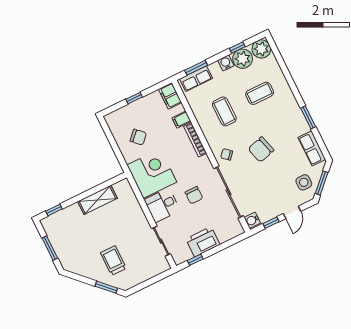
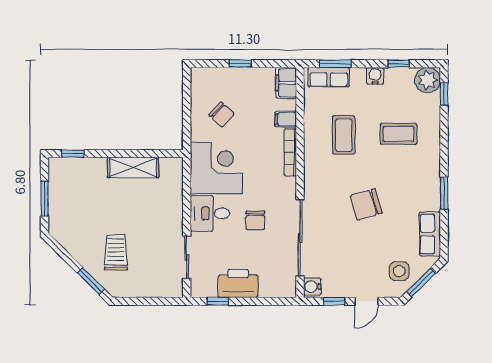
window: (276, 53) -> (444, 94), added
plant: (243, 59) -> (398, 81), removed
chair: (227, 154) -> (321, 190), removed

